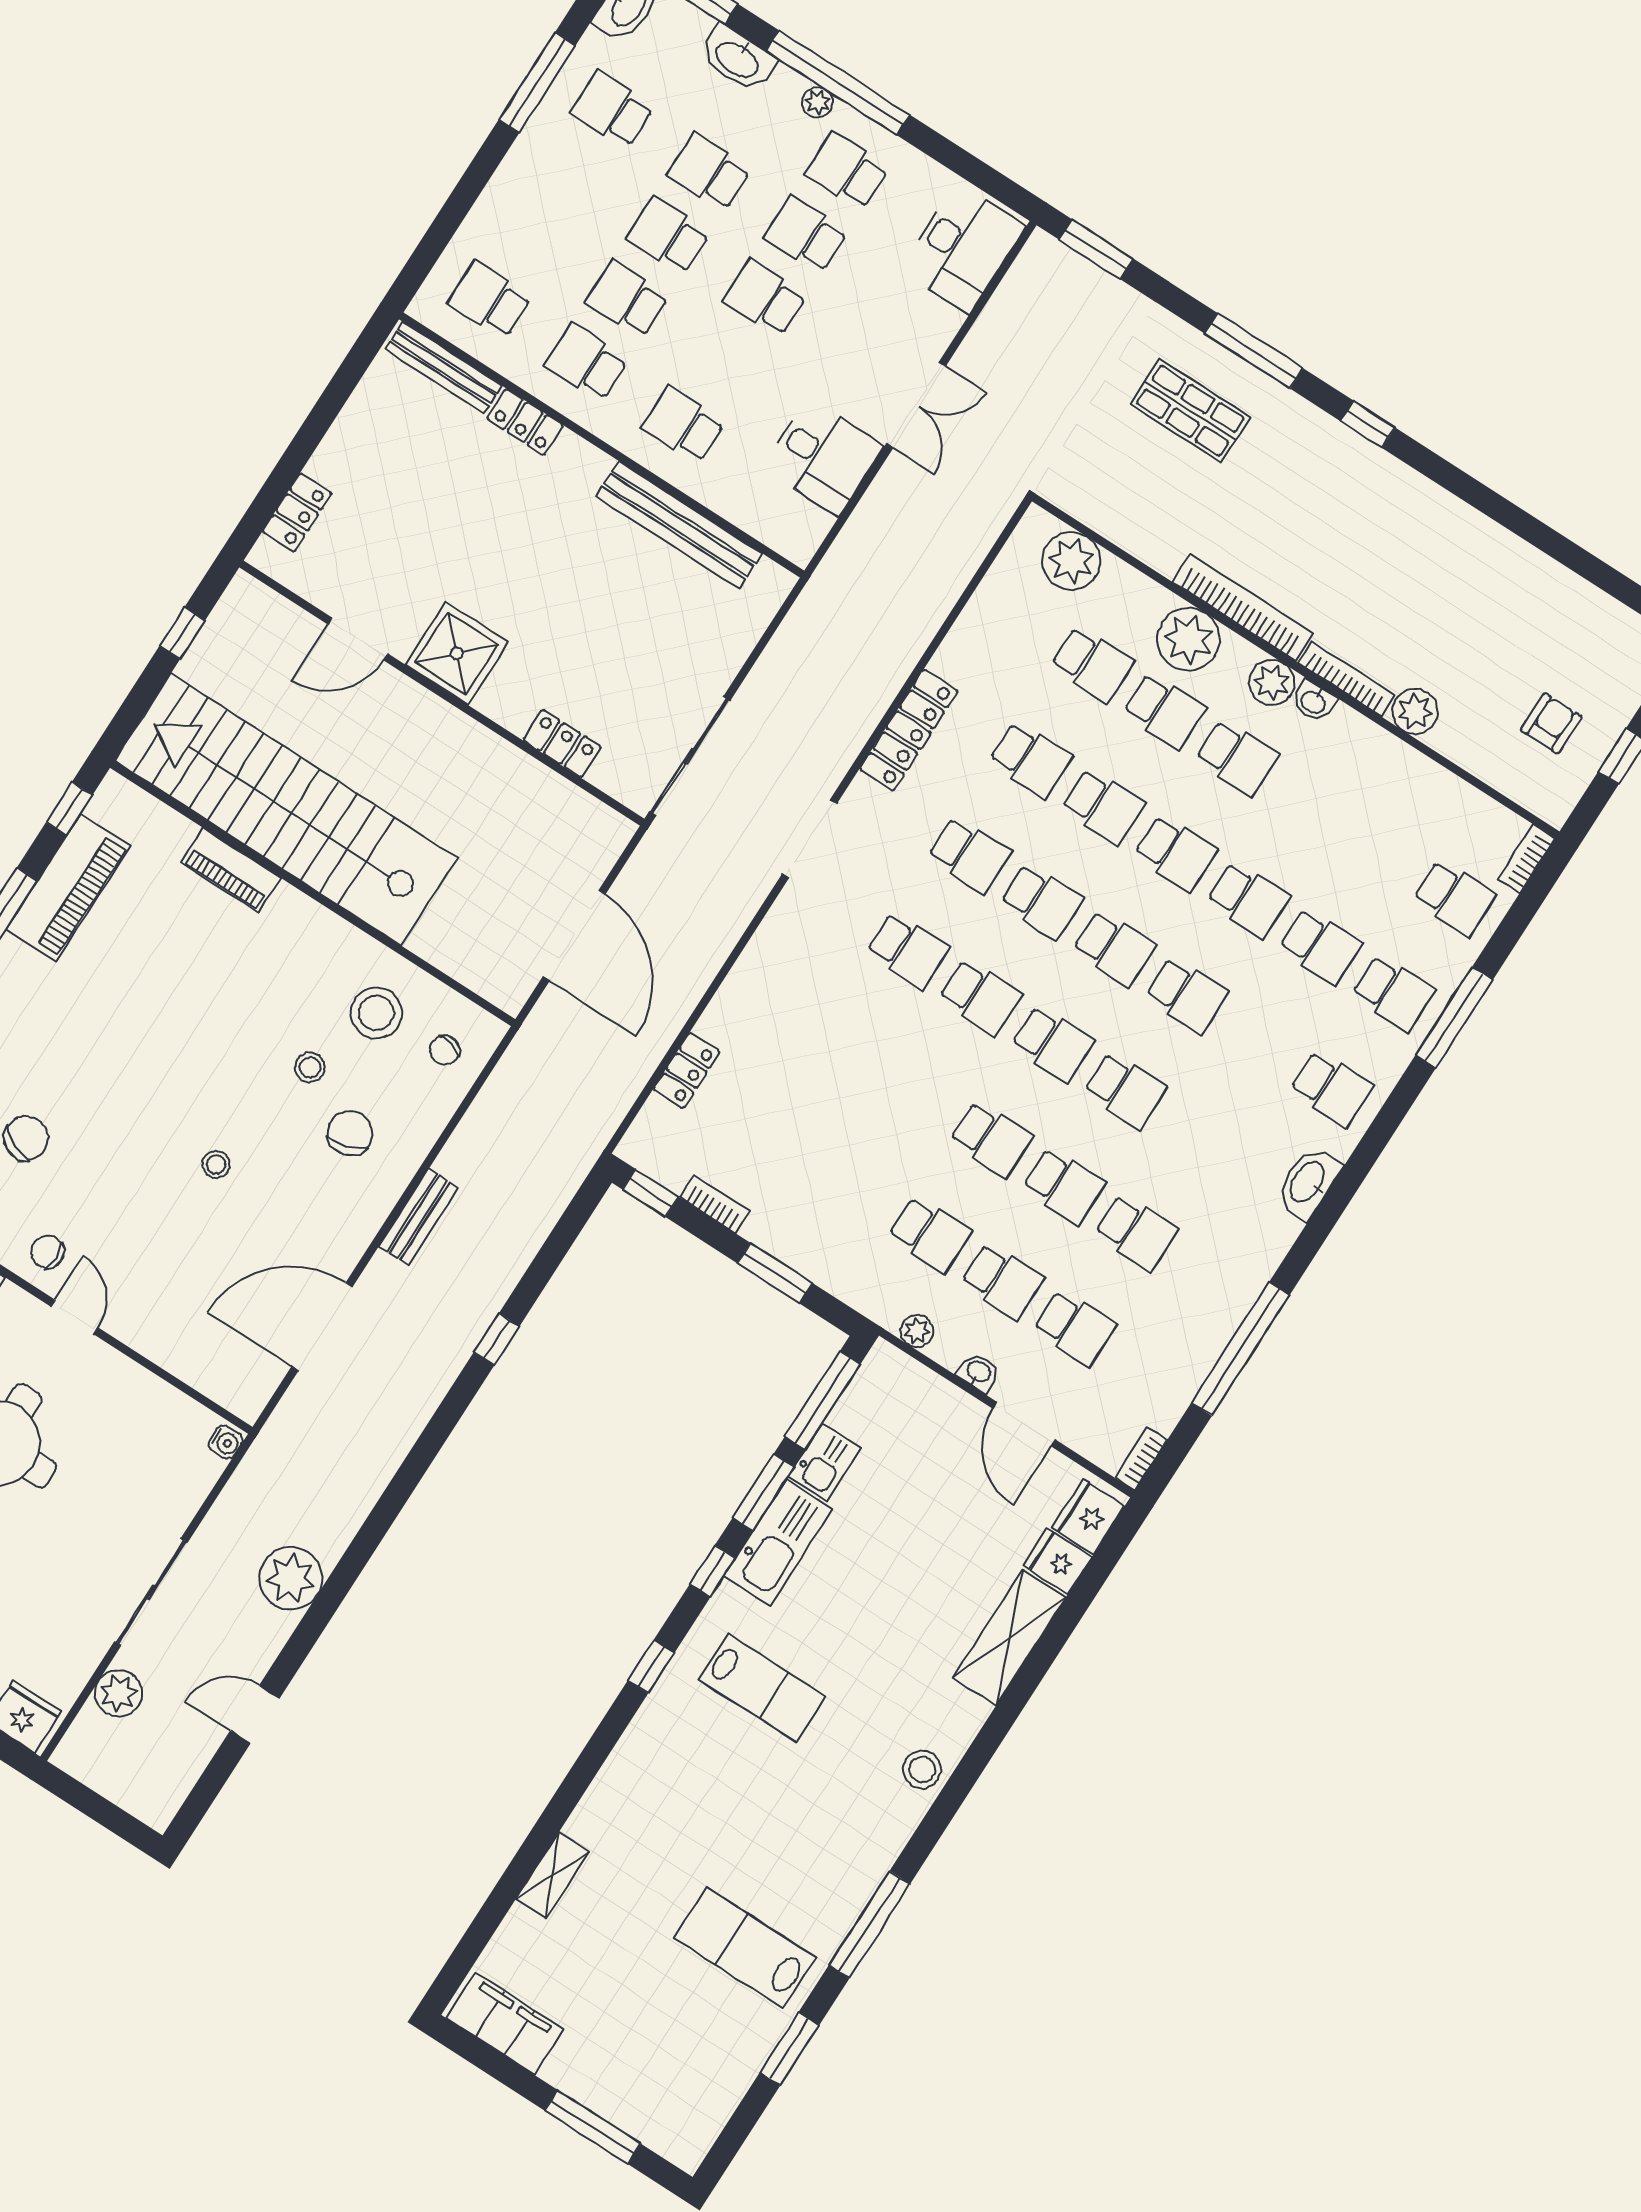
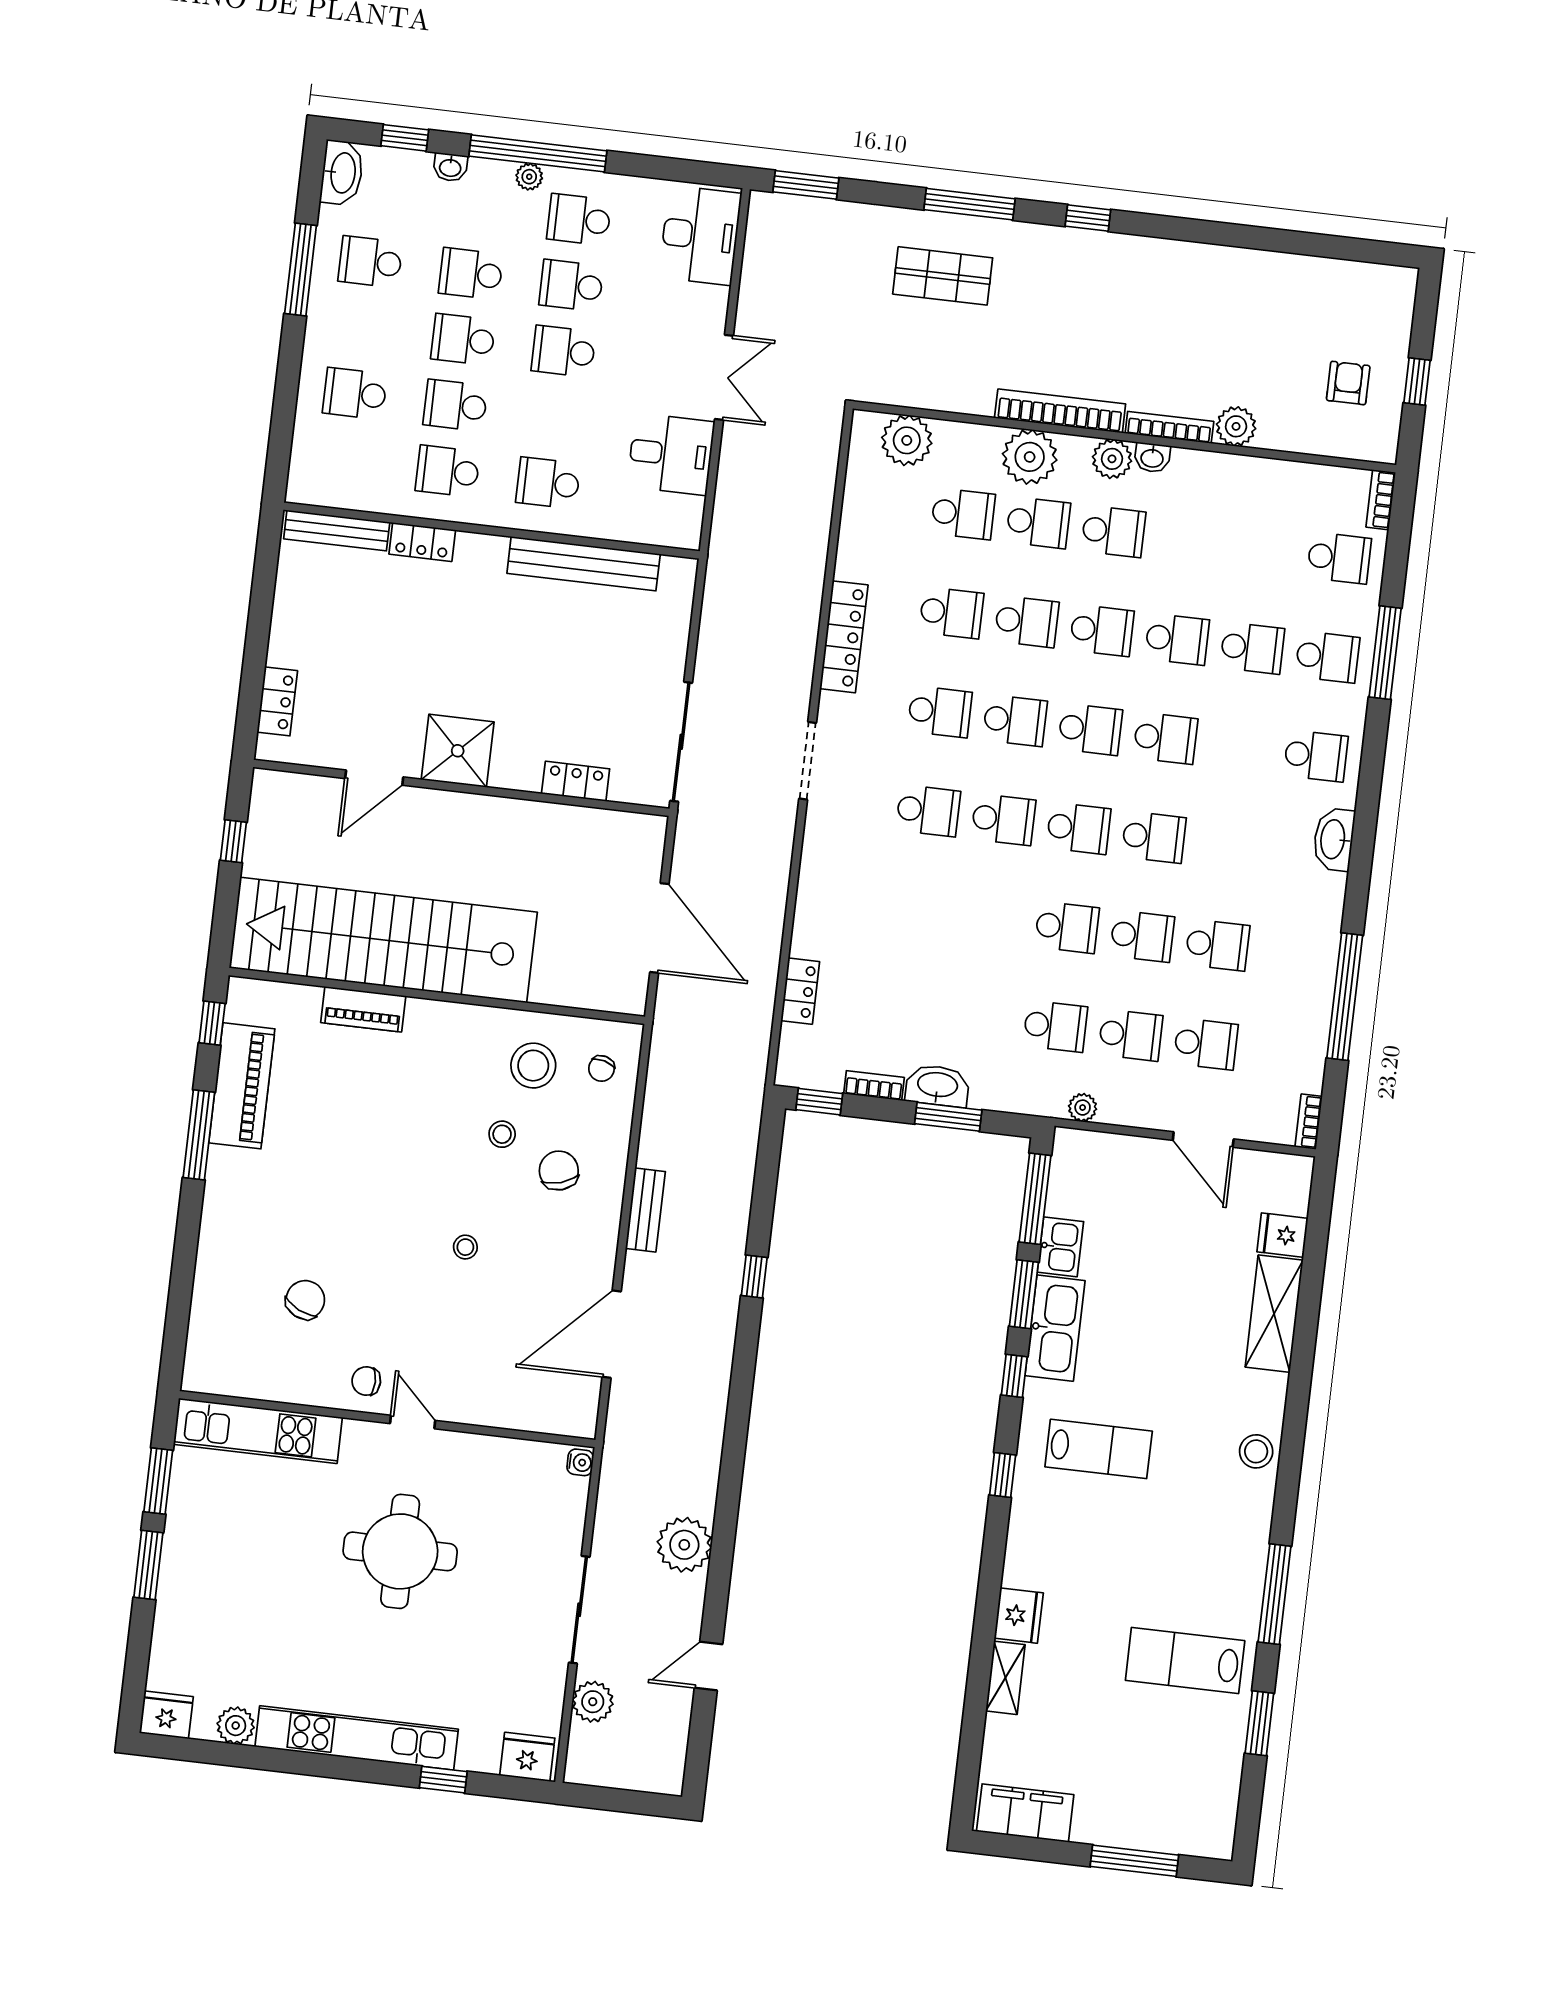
washbasin: (738, 59) -> (450, 167), width x0.52, depth x0.69
school desk: (490, 300) -> (355, 394), moved
washbasin: (979, 1372) -> (937, 1086), moved, width x1.91, depth x1.45
fridge: (1088, 1517) -> (1019, 1616), moved, turned 180

